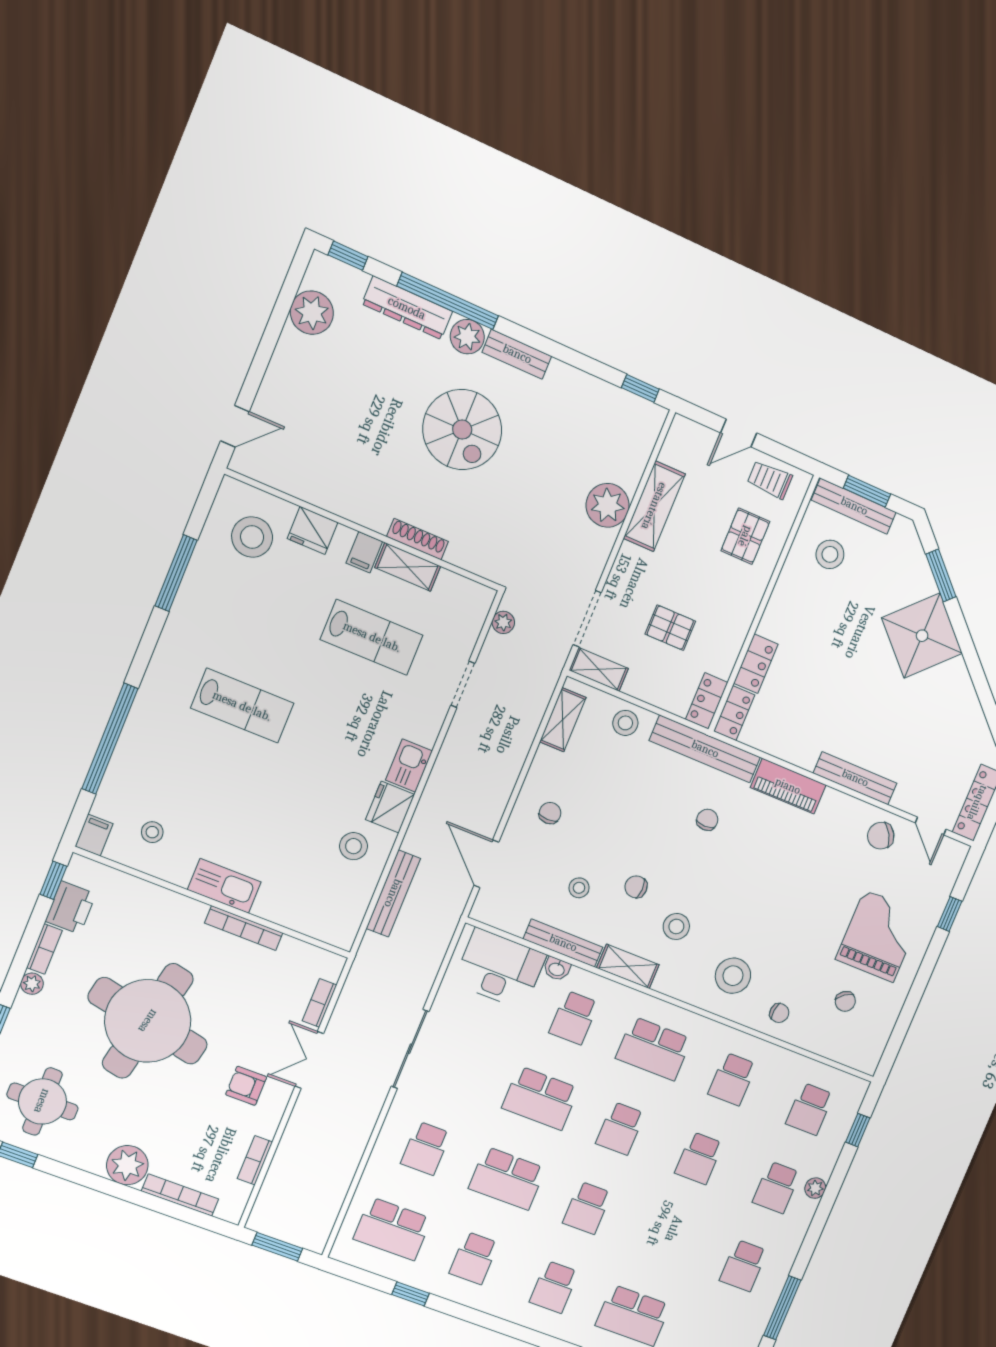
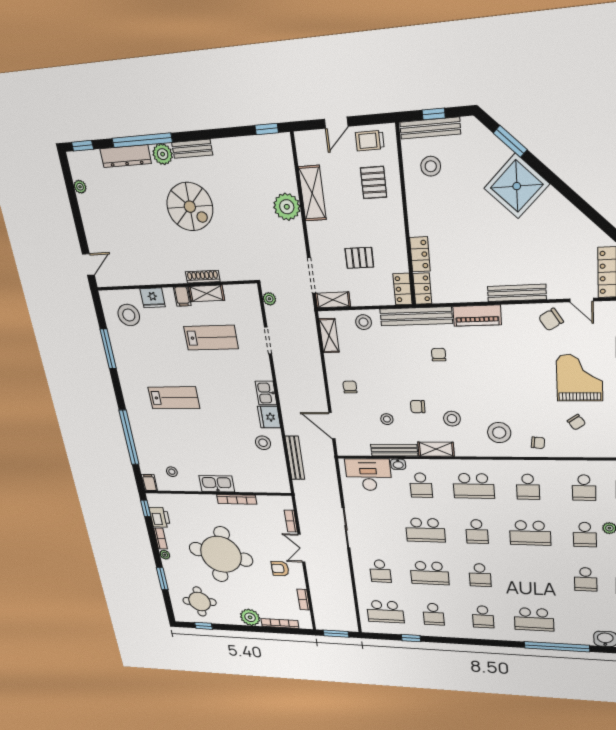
plant: (312, 313) -> (80, 187), width x0.53, depth x0.53
window: (867, 491) -> (434, 114), width x0.67
school desk: (699, 1158) -> (530, 533), width x1.85

